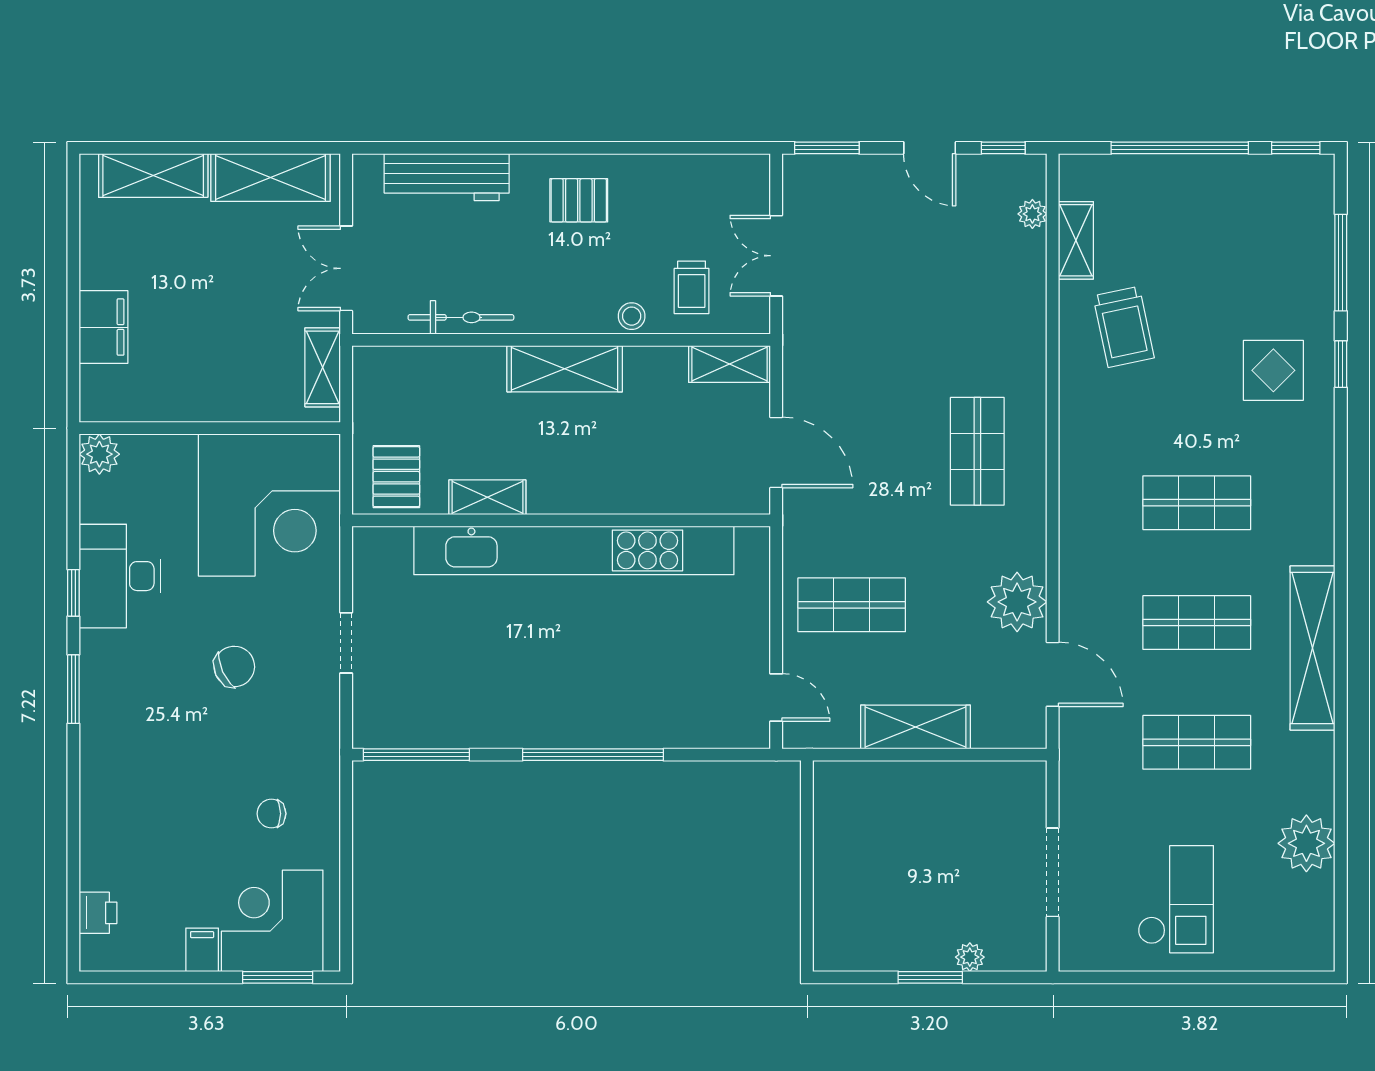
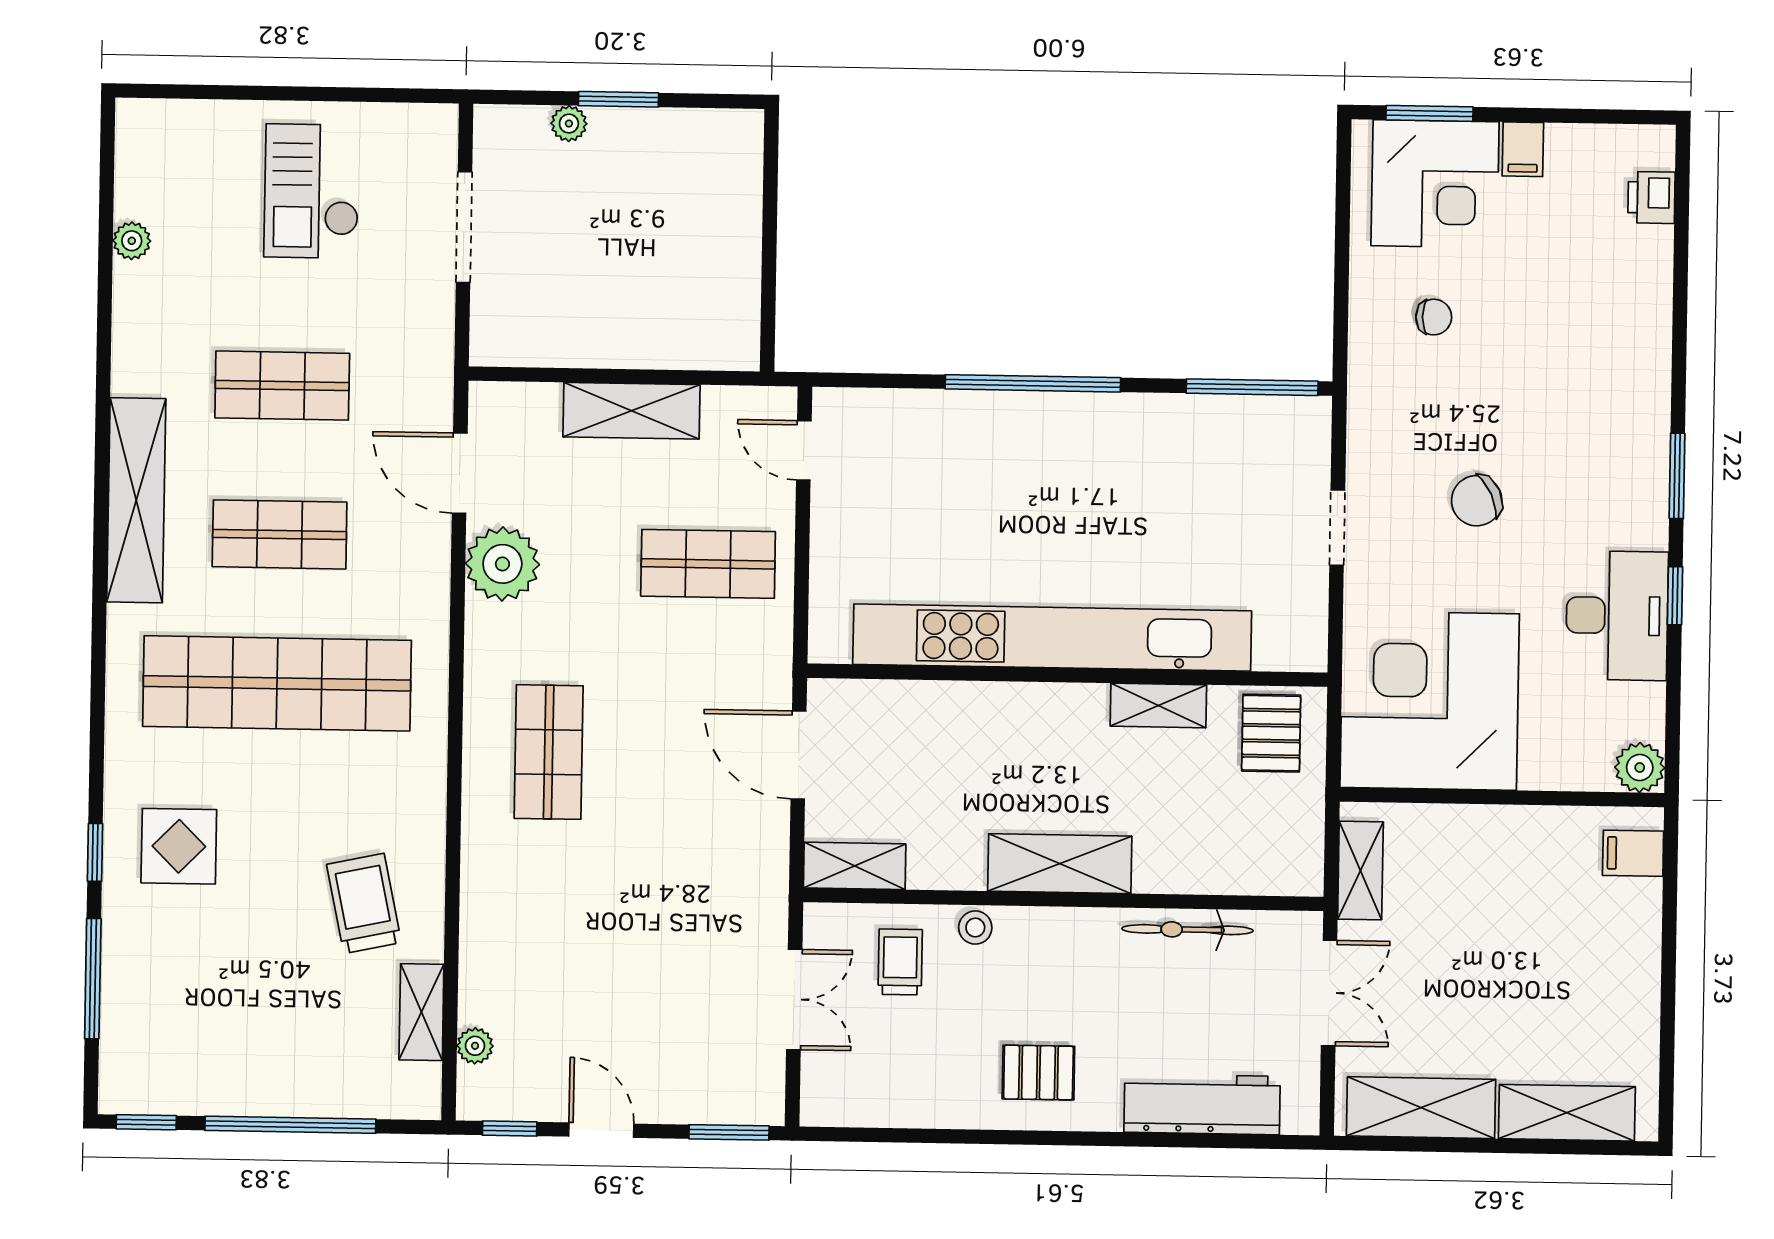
filing cabinet: (104, 327) -> (1633, 853), moved, width x0.50
shop shelf: (1197, 503) -> (277, 683), width x2.00, depth x1.36
plant: (1306, 843) -> (132, 241), width x0.53, depth x0.53

